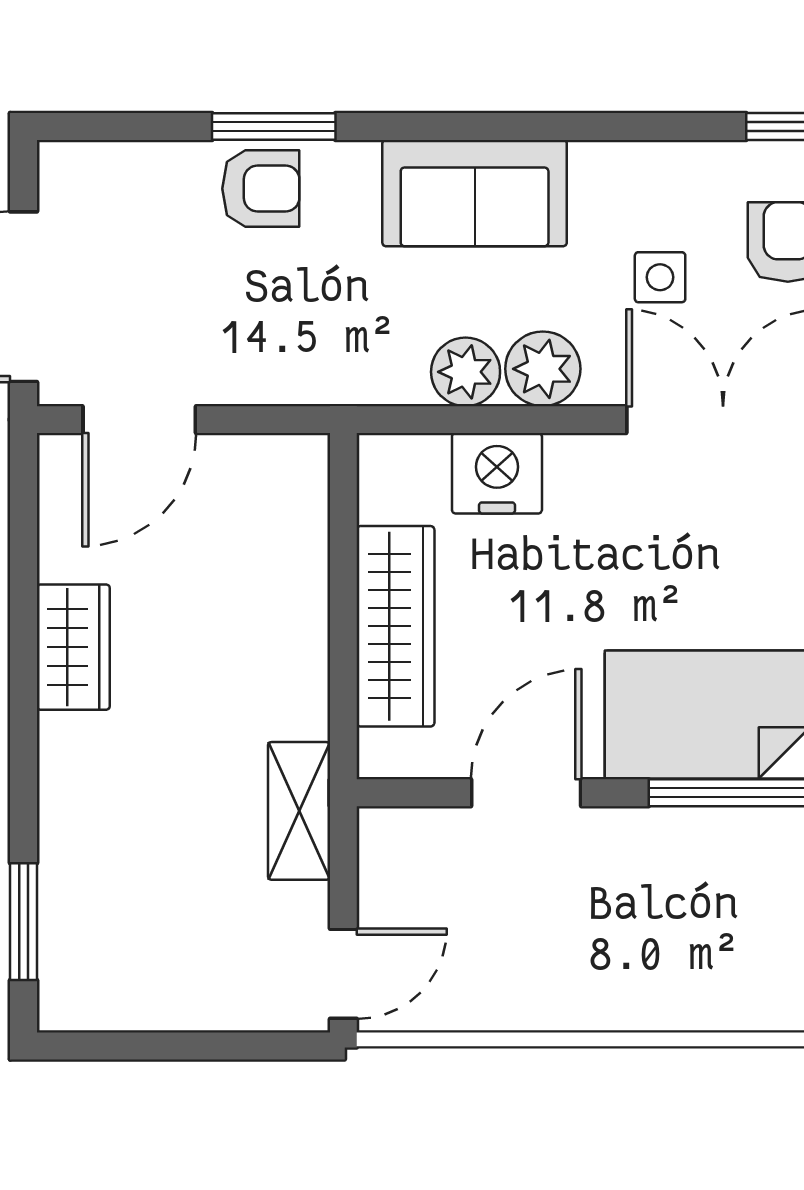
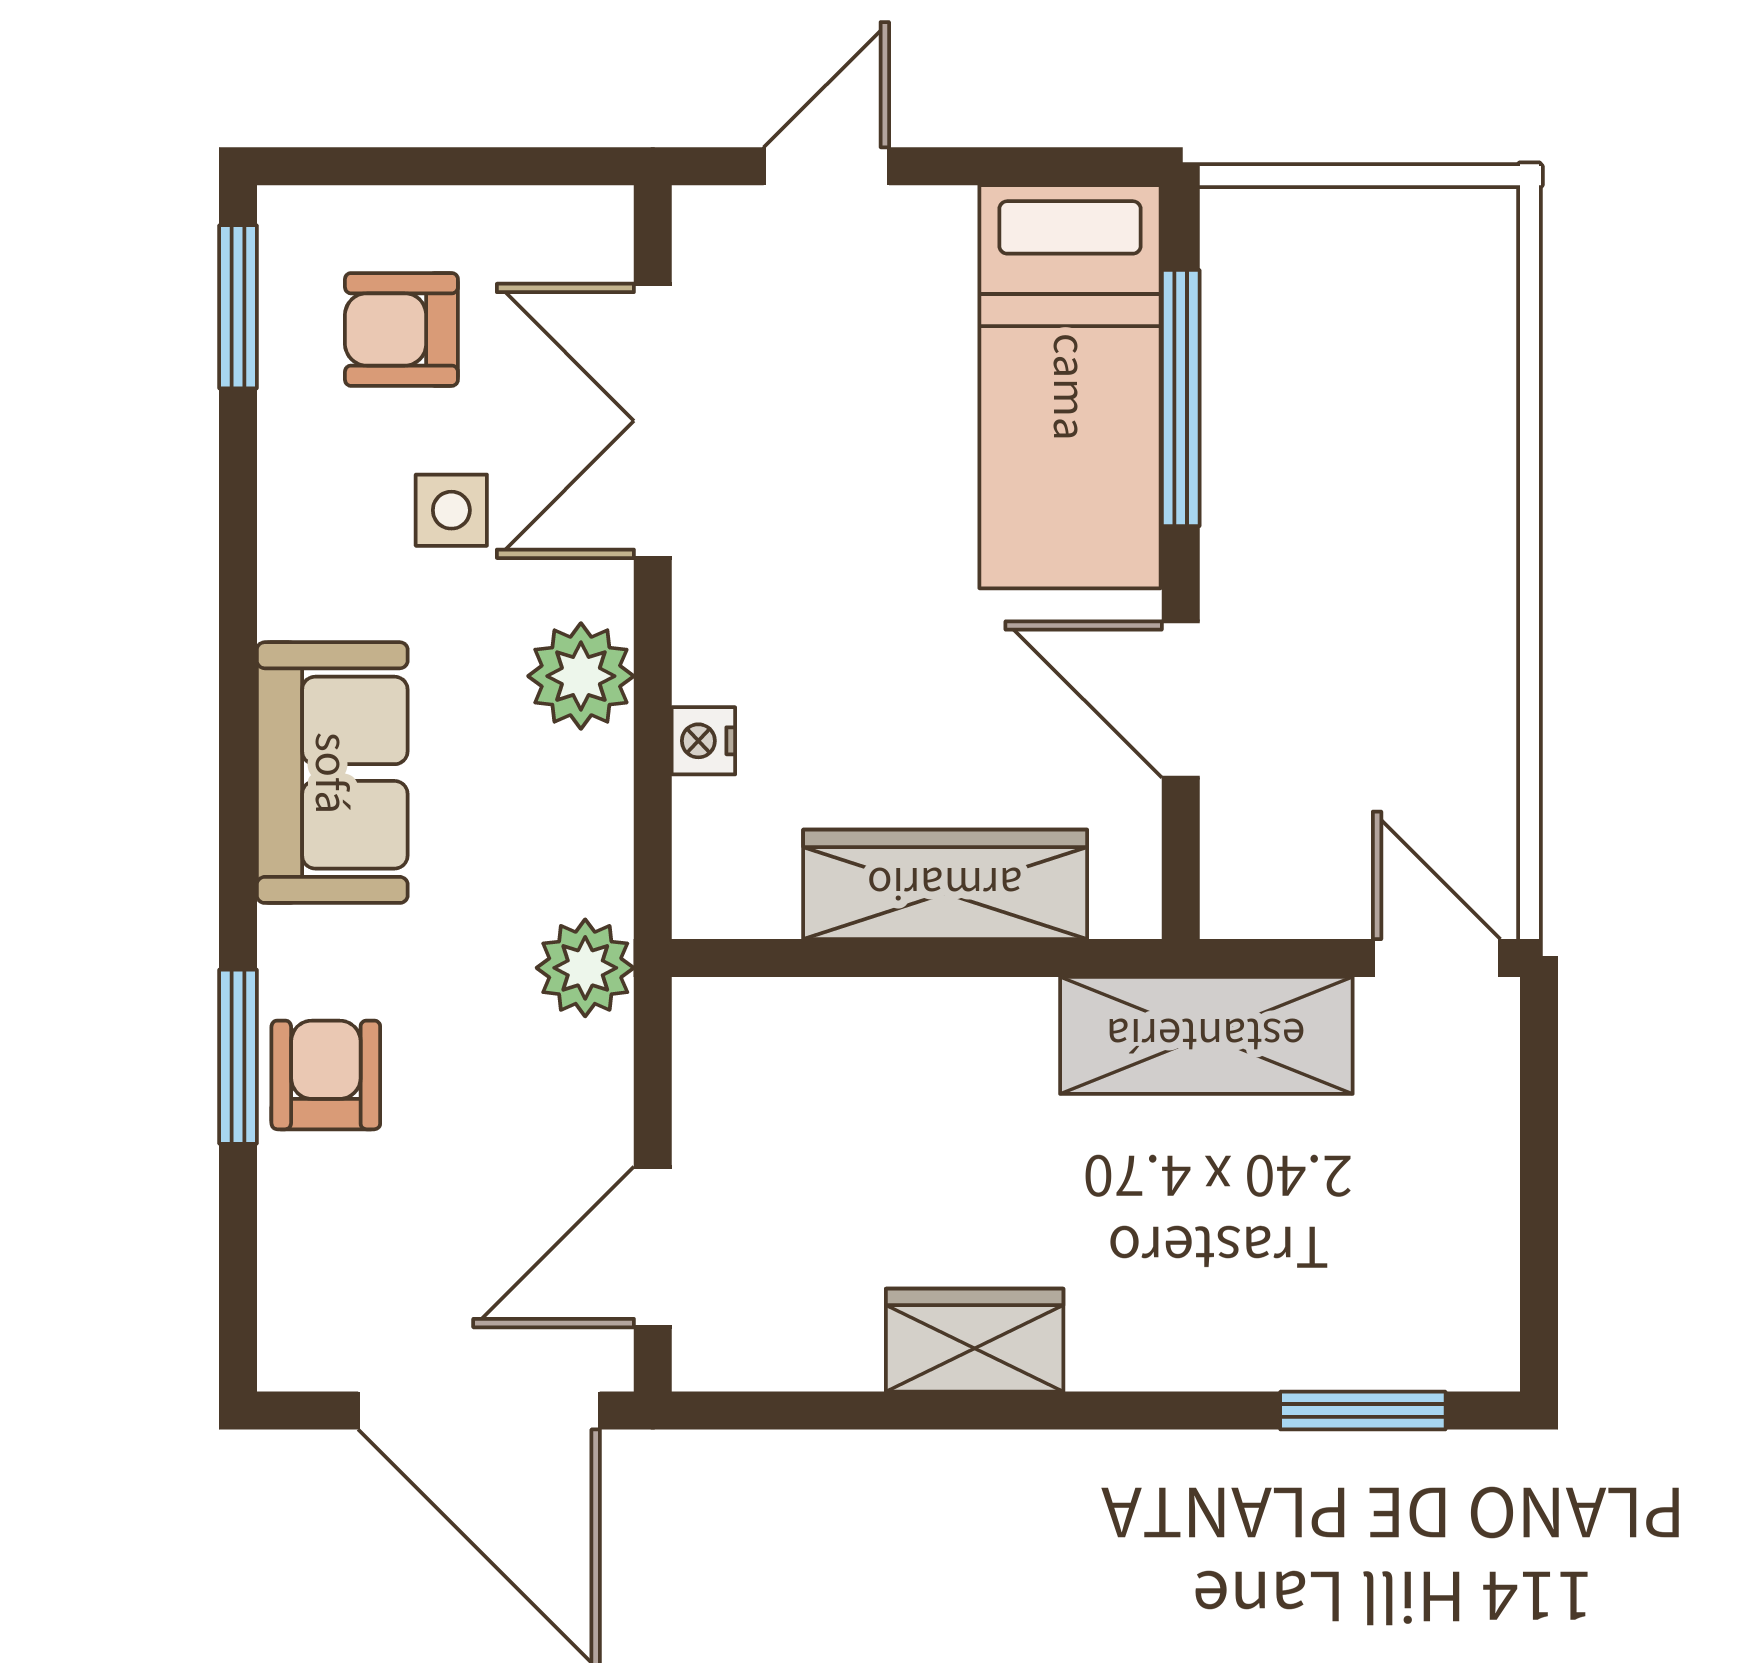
plant: (466, 372) -> (585, 968), moved
door: (139, 420) -> (653, 1247), swing flipped
nightstand: (497, 473) -> (703, 741), width x0.53, depth x0.56
shelving: (299, 811) -> (1206, 1035), width x1.50, depth x1.33

